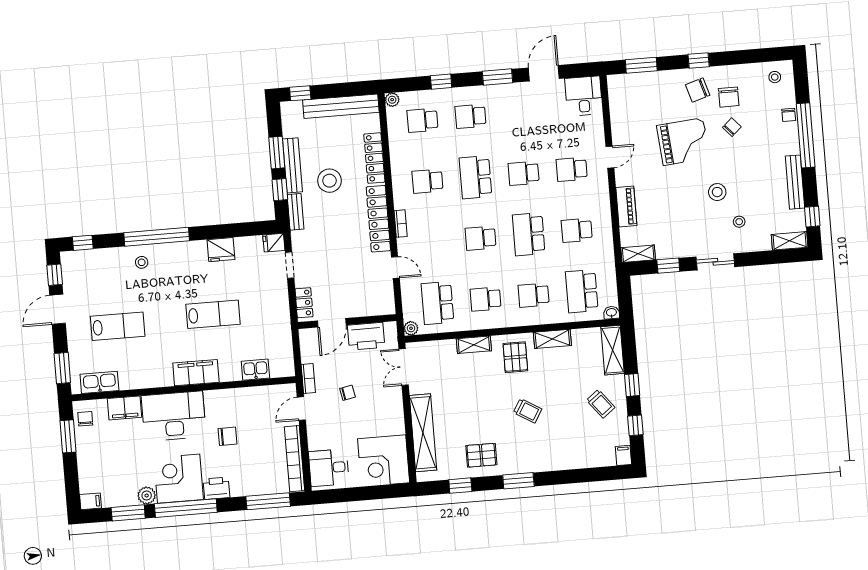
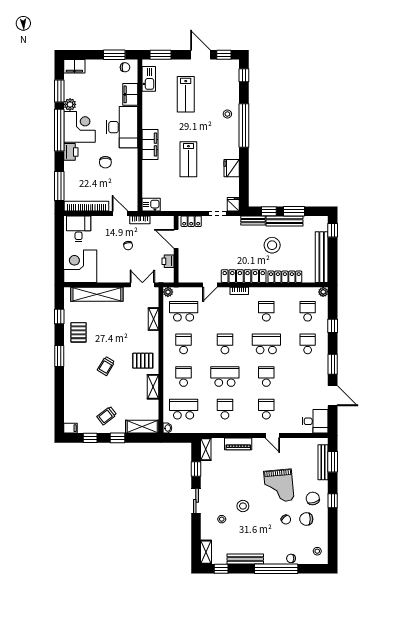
bench: (643, 79) -> (323, 462), added
printer: (366, 336) -> (168, 261), width x0.53, depth x0.68
shelving: (474, 345) -> (153, 319), moved
kitchen sink: (255, 370) -> (151, 205), moved, turned -90
filing cabinet: (91, 501) -> (74, 66), width x2.00

